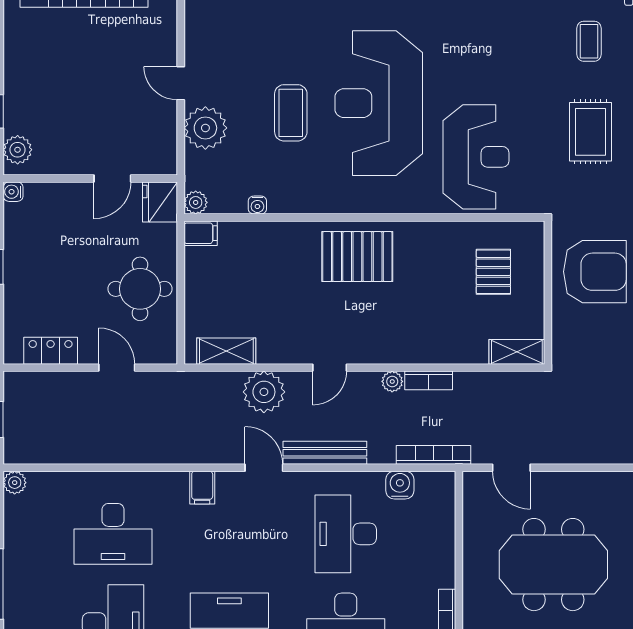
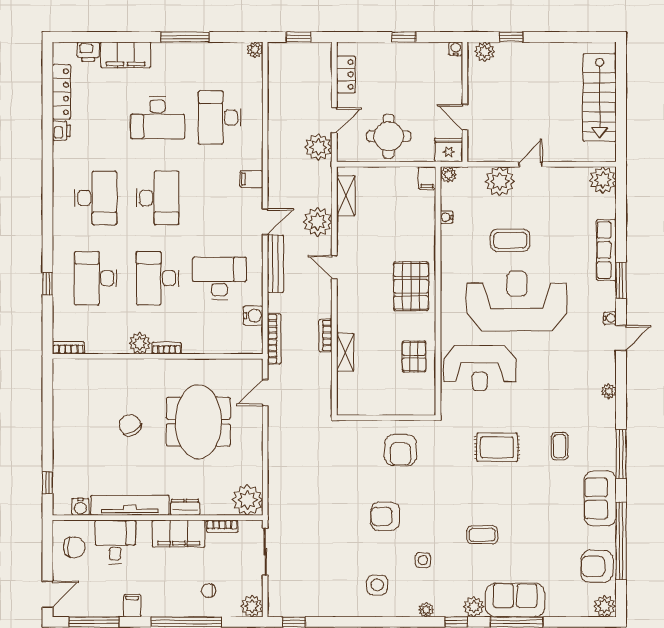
coffee table: (589, 41) -> (560, 446), turned 90
pallet: (493, 272) -> (414, 357), moved, turned 90
armchair: (595, 272) -> (400, 450), width x0.73, depth x0.73
shelving: (517, 352) -> (345, 352), moved
plant: (392, 381) -> (318, 147), moved, width x1.87, depth x1.87

